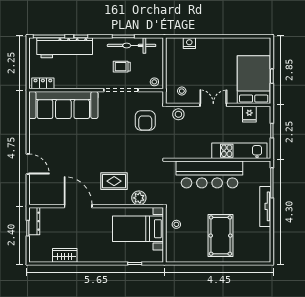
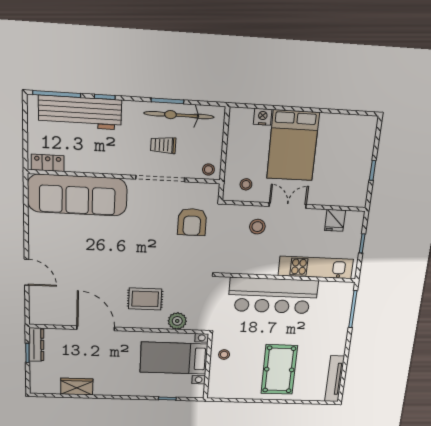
bed: (254, 80) -> (293, 146), moved, turned 180
stool: (178, 114) -> (257, 227), moved
tv unit: (265, 206) -> (335, 379), moved

